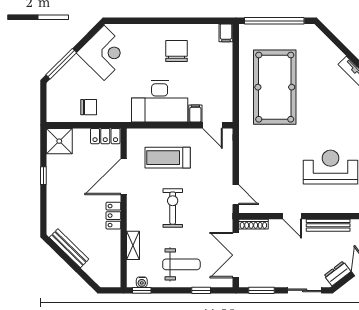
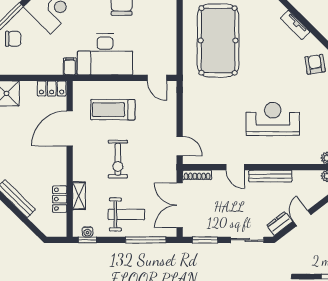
chair: (89, 107) -> (13, 39), moved
filing cabinet: (195, 113) -> (70, 66), moved
exercise bike: (173, 208) -> (118, 159), turned 180
locker: (113, 216) -> (60, 199), moved
window: (201, 290) -> (146, 240), width x2.17

